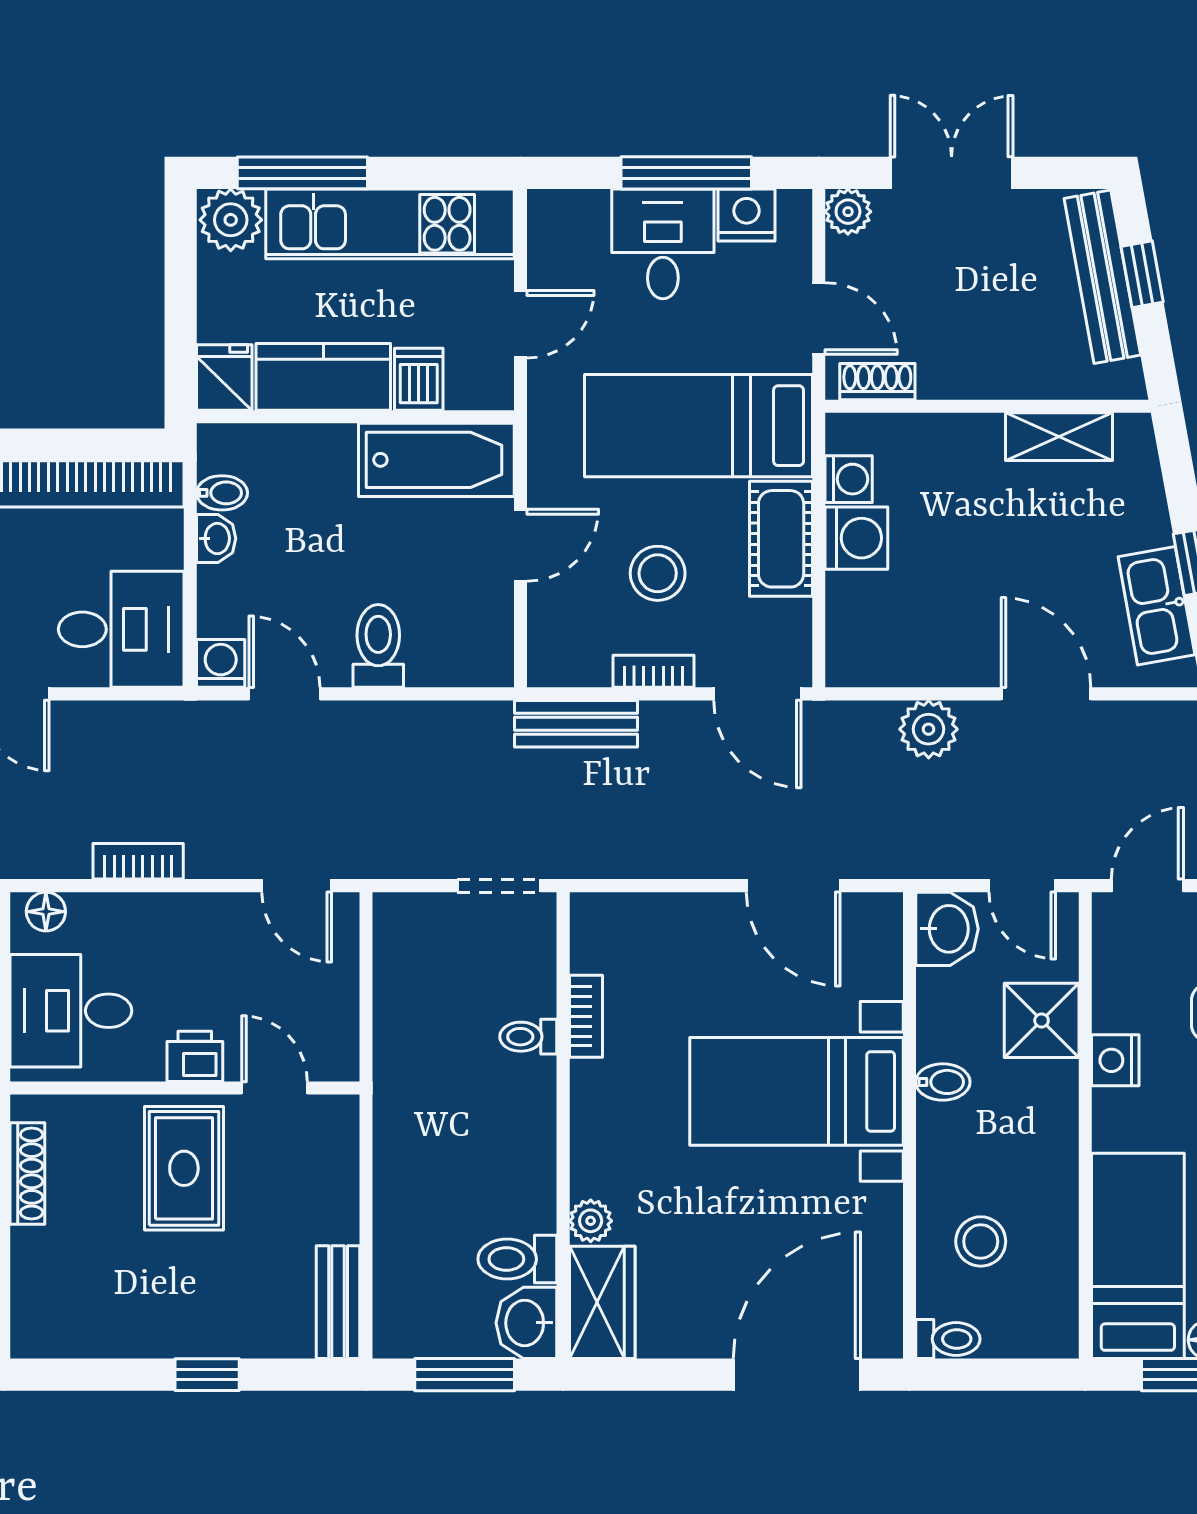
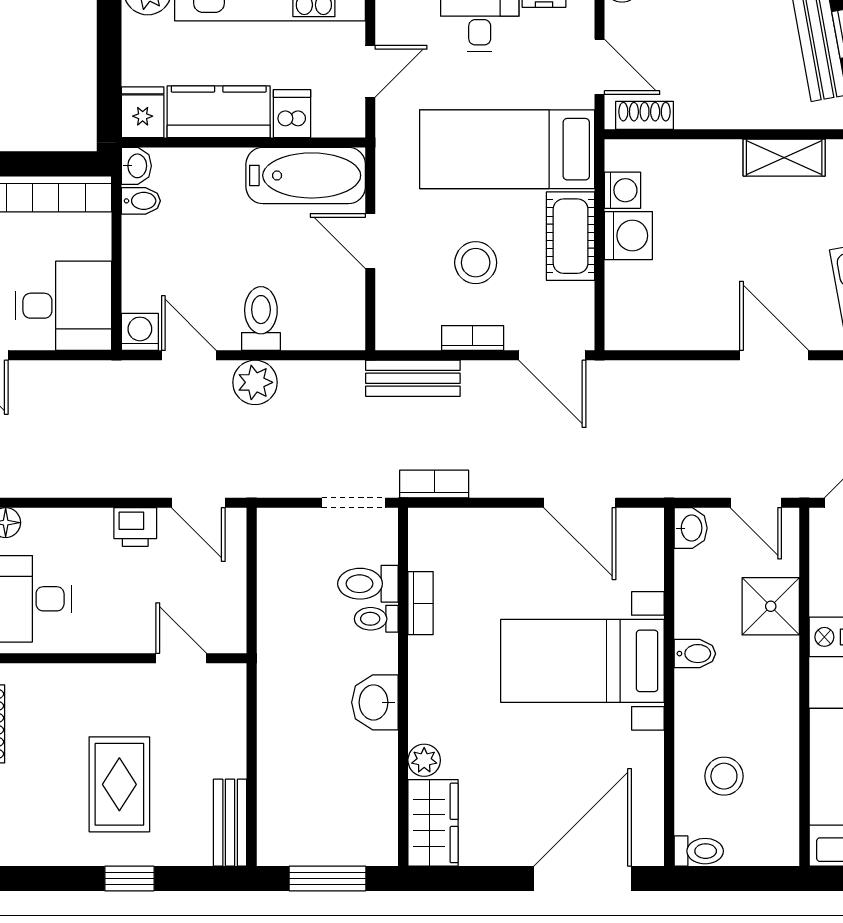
washbasin: (216, 538) -> (136, 166), moved
door: (521, 545) -> (370, 241), swing flipped
plant: (929, 729) -> (255, 382), moved
bookcase: (138, 861) -> (434, 484), moved
washbasin: (947, 929) -> (691, 528), width x0.72, depth x0.69
printer: (195, 1056) -> (135, 527), moved, turned 180
rug: (184, 1168) -> (119, 784), moved
toilet: (517, 1259) -> (368, 584), moved
washbasin: (526, 1323) -> (375, 702), moved

